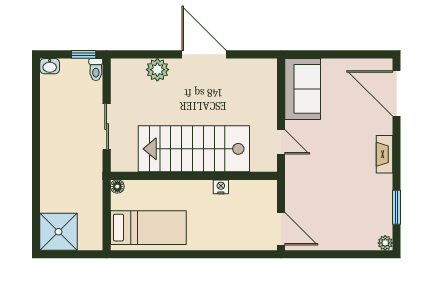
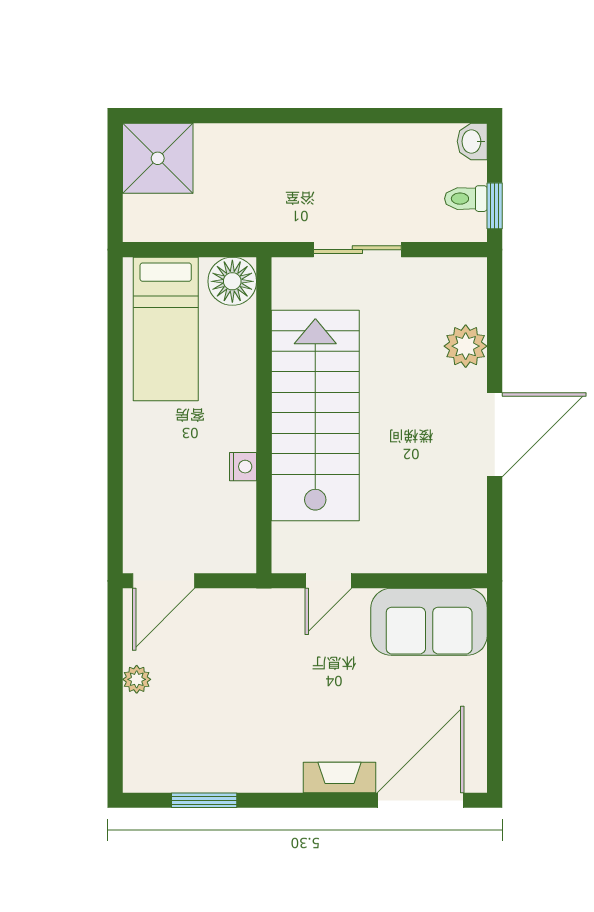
toilet: (96, 69) -> (466, 199), moved
fireplace: (385, 154) -> (339, 777), moved
floor lamp: (117, 187) -> (232, 281), width x1.89, depth x1.89
plant: (385, 243) -> (137, 679), moved

